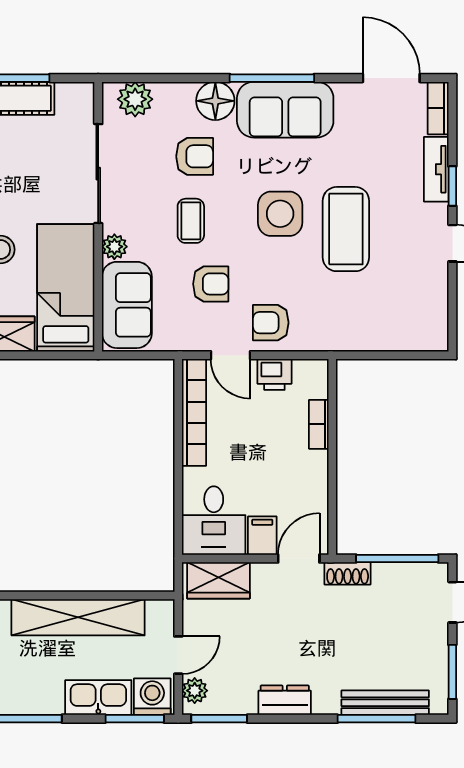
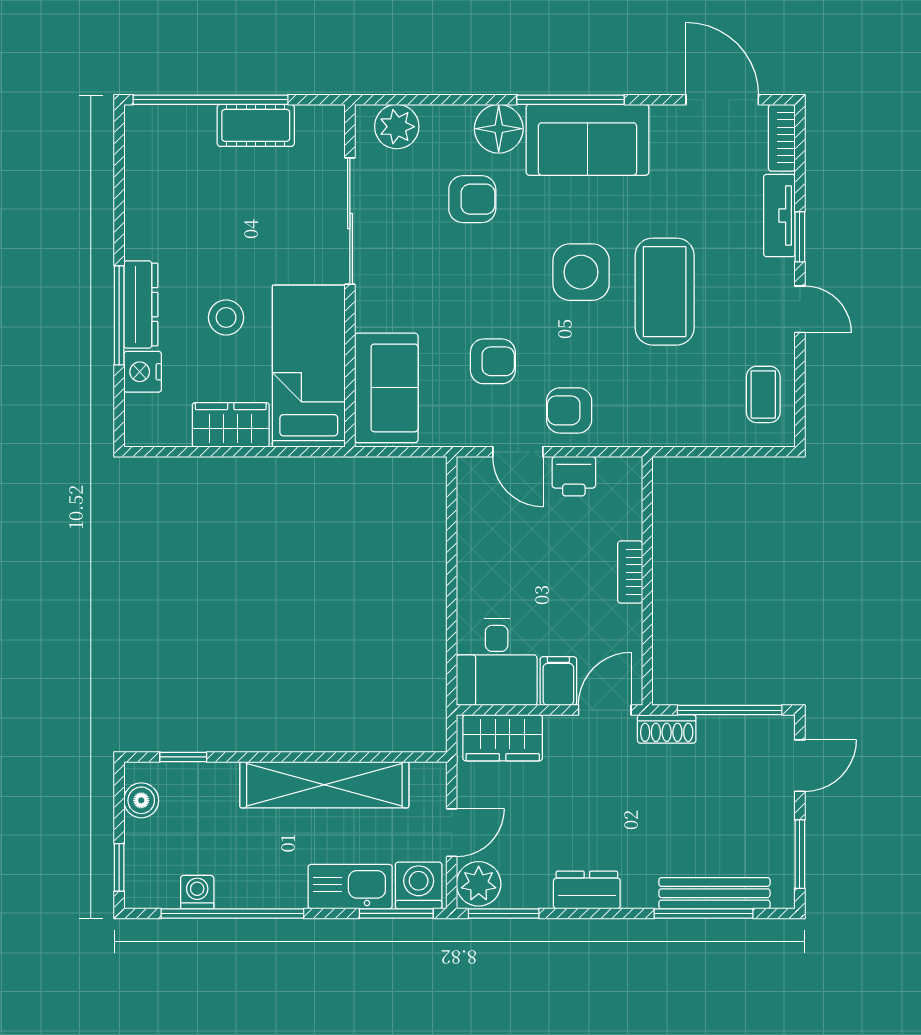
coffee table: (191, 221) -> (763, 394), moved
plant: (114, 247) -> (371, 314), removed
bookcase: (194, 412) -> (472, 524), removed
bookcase: (319, 424) -> (630, 572), moved
plant: (195, 691) -> (479, 884), width x1.38, depth x1.38

